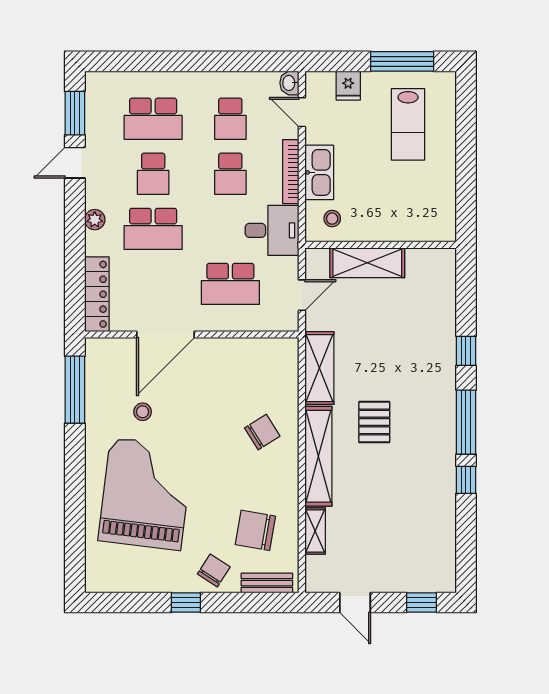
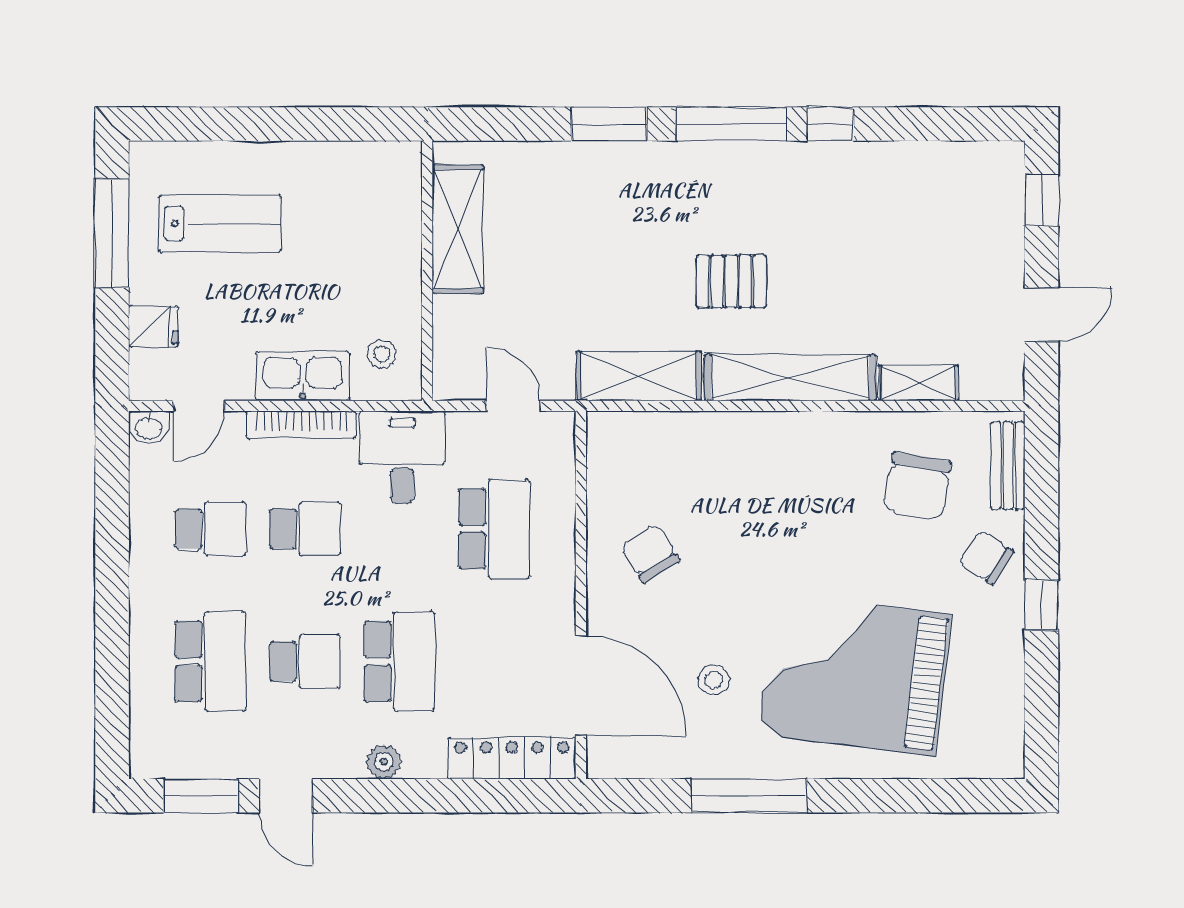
shelving: (367, 263) -> (458, 229), moved
door: (166, 334) -> (581, 686), moved
window: (466, 351) -> (609, 124), width x1.50
window: (75, 390) -> (749, 796), moved
chair: (262, 432) -> (650, 553), moved

